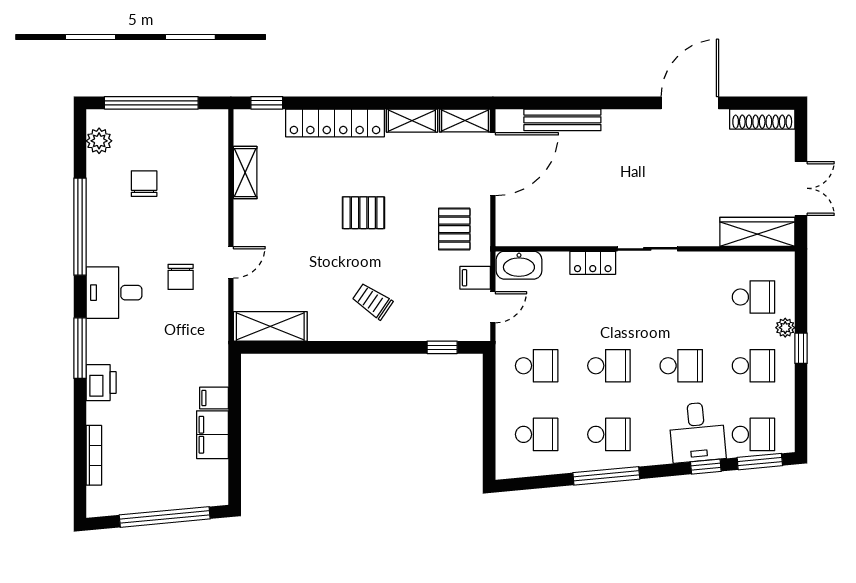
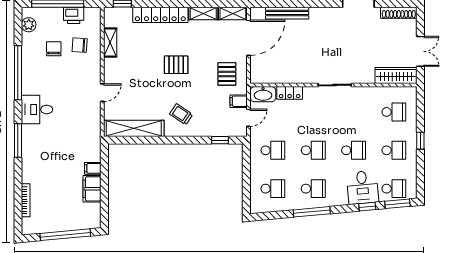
locker: (593, 263) -> (290, 93), moved
chair: (181, 277) -> (80, 45), moved, turned 94
shelving: (270, 326) -> (134, 128), width x1.47
plant: (785, 328) -> (412, 129), removed
printer: (101, 383) -> (74, 15), moved, turned 90

